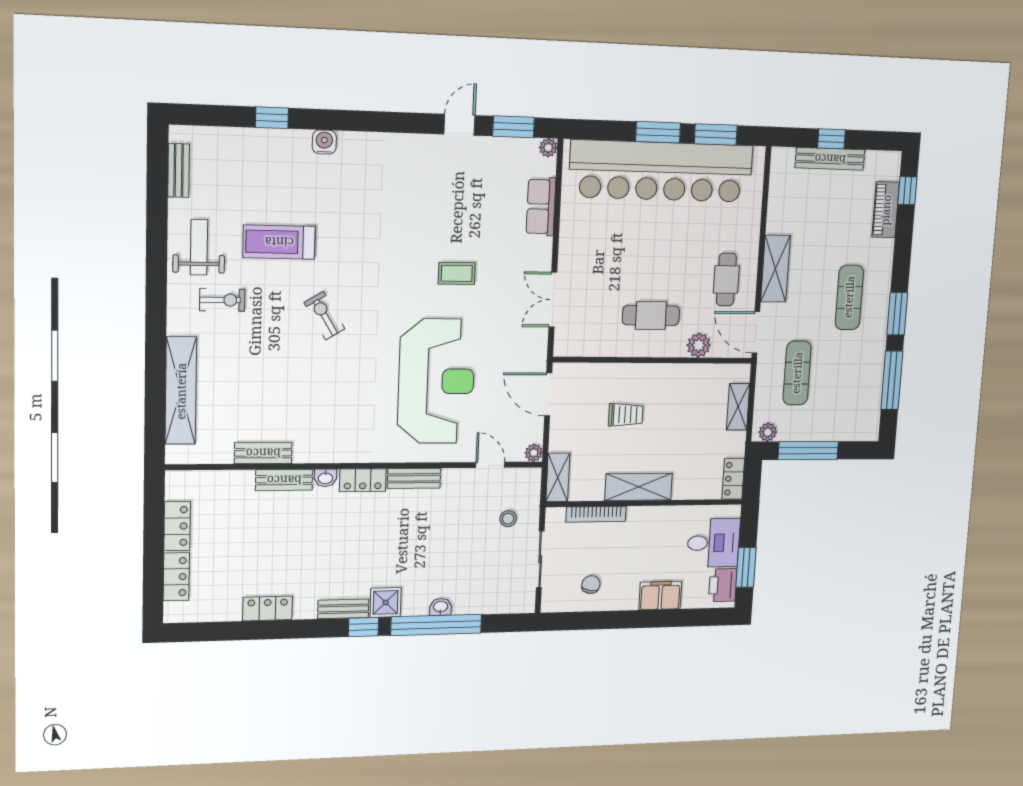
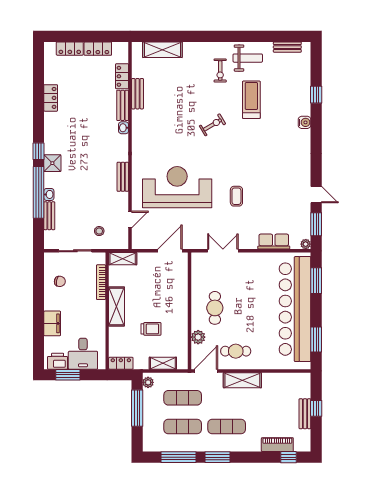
window: (658, 132) -> (316, 281), moved
bench: (830, 159) -> (305, 414), width x0.73
exercise mat: (844, 373) -> (183, 426), added
reception desk: (436, 381) -> (177, 187), turned 180
shelving: (181, 391) -> (162, 50), width x0.68
trolley: (626, 415) -> (151, 329), moved, turned -90
plant: (534, 453) -> (137, 244), removed
locker: (363, 480) -> (122, 76), moved
bench: (343, 609) -> (49, 216), moved

